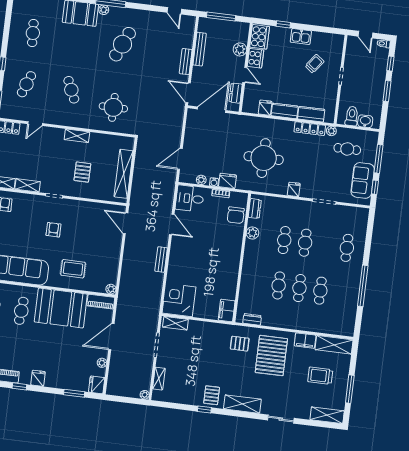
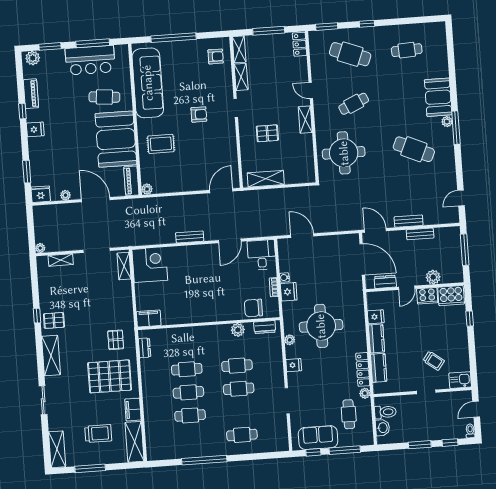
kitchen sink: (301, 37) -> (460, 380), moved, turned 90
bench: (200, 49) -> (420, 234), width x0.73
cafe table: (26, 84) -> (350, 54), width x1.37, depth x1.35
door: (188, 93) -> (375, 230), hinge flipped
round table: (113, 107) -> (344, 153), width x1.36, depth x1.36
door: (35, 124) -> (311, 90), moved
shelving: (124, 174) -> (266, 179), width x0.68
plant: (201, 180) -> (290, 340), moved
rug: (73, 269) -> (161, 144), turned 90
trolley: (320, 376) -> (98, 434), turned 90

